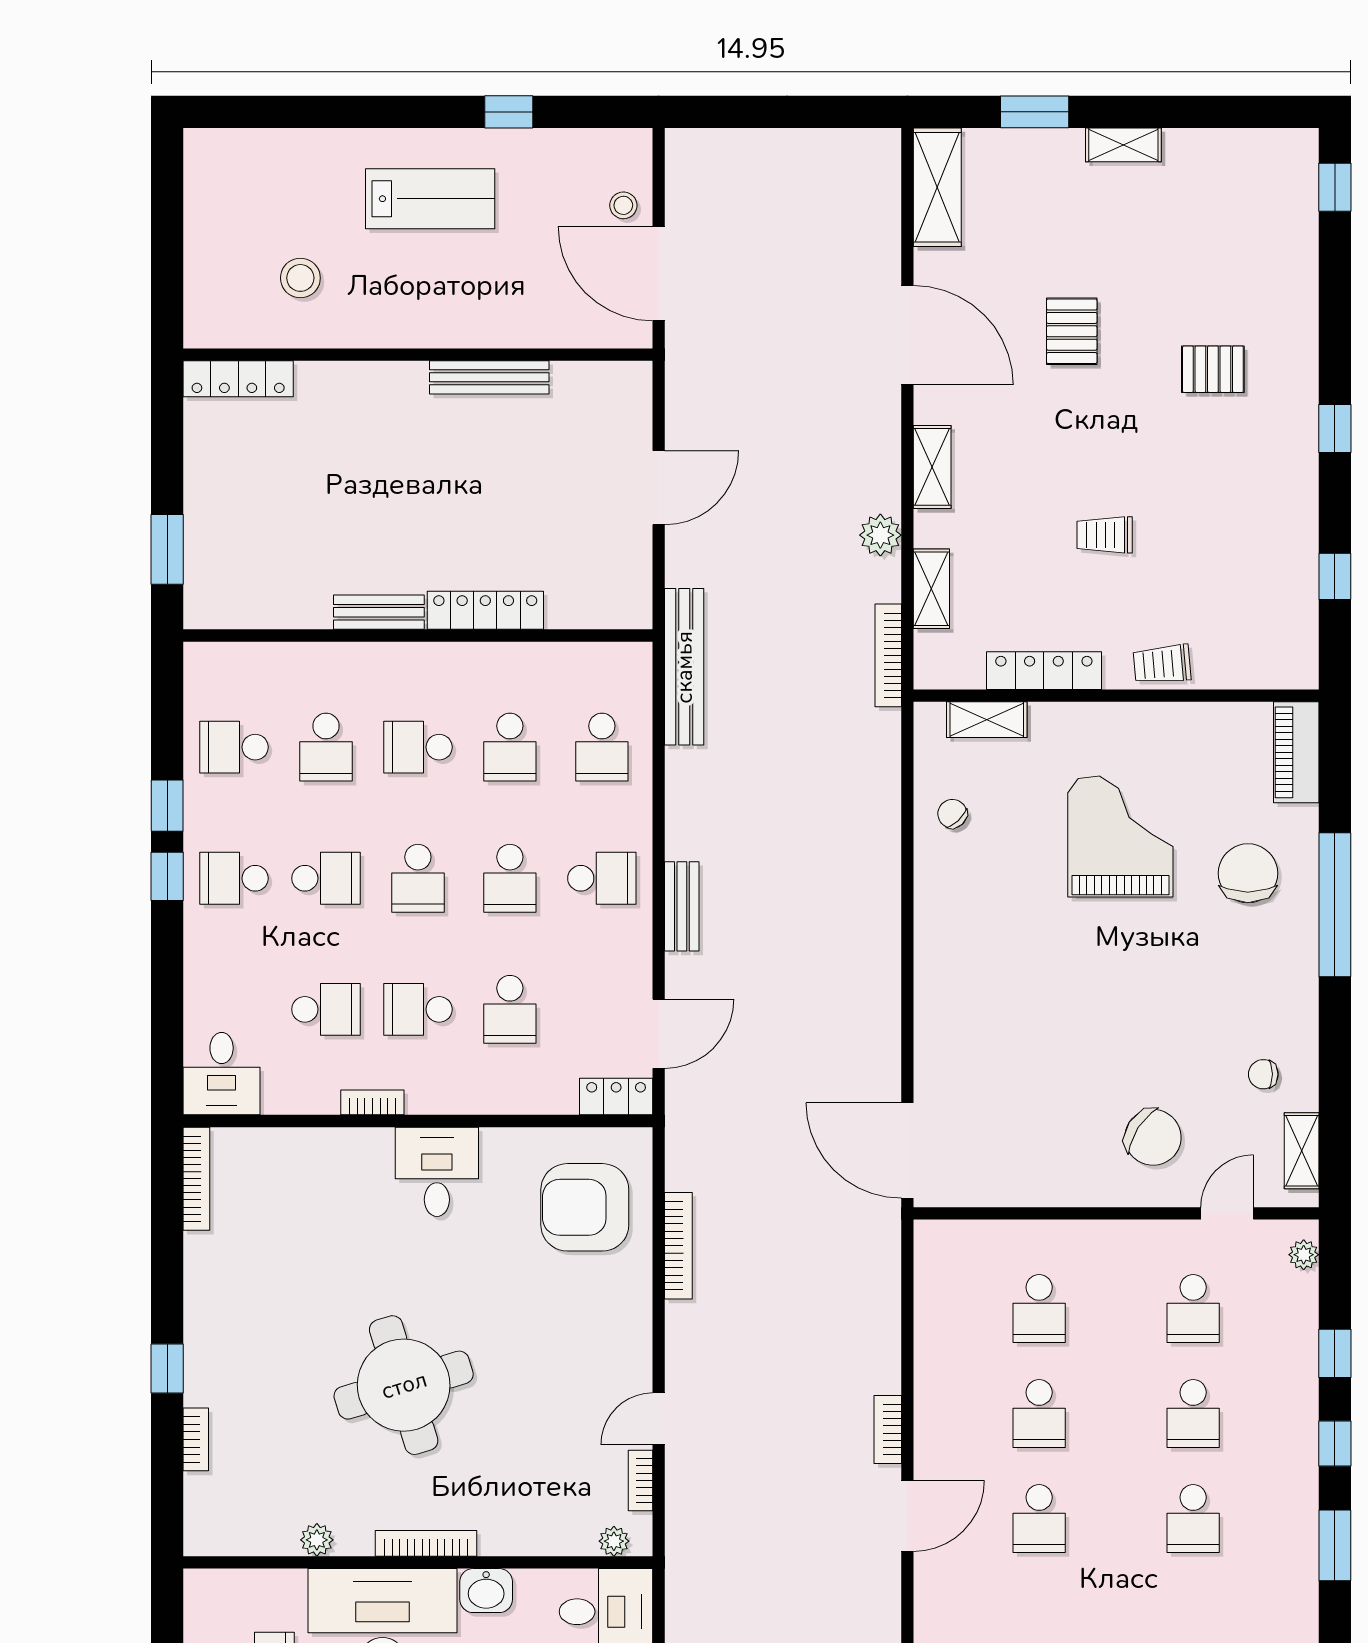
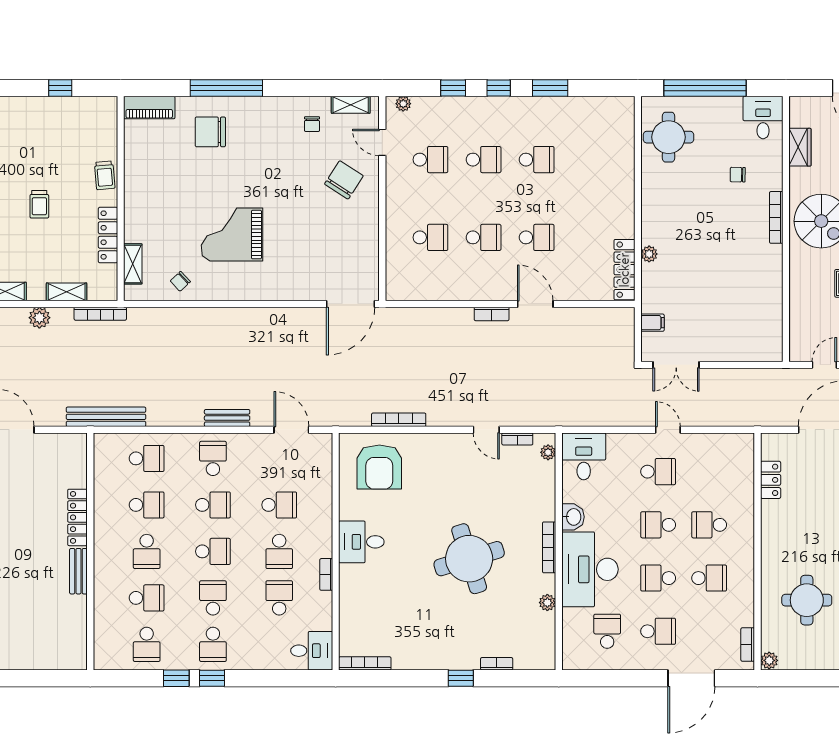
window: (167, 549) -> (47, 678), removed
grand piano: (1120, 837) -> (232, 235), moved
locker: (616, 1097) -> (323, 451), removed

